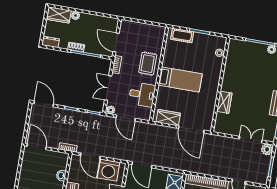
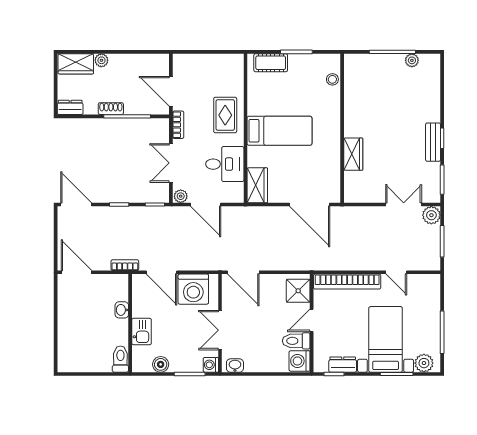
wardrobe: (168, 118) -> (257, 185), moved, turned 90

